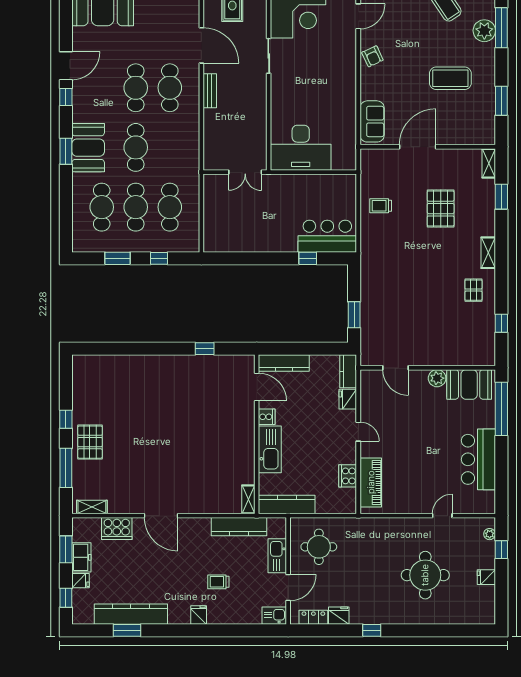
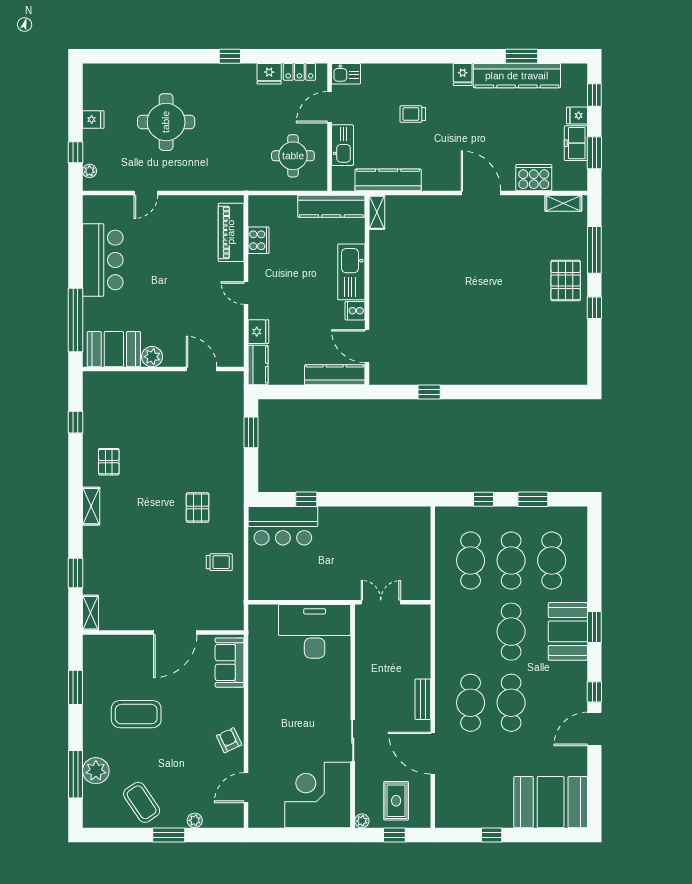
pallet: (441, 209) -> (198, 508), moved, width x0.67, depth x0.71
trolley: (218, 582) -> (413, 114), turned 180
fridge: (199, 615) -> (463, 75), moved

